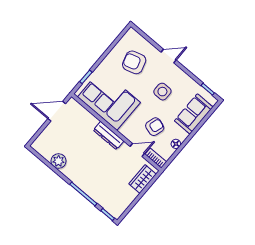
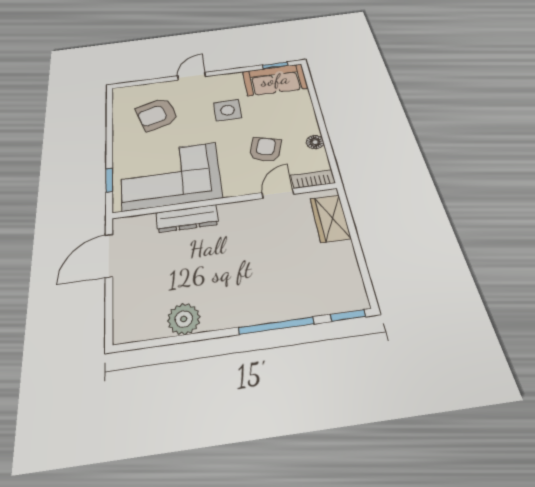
sofa: (194, 114) -> (275, 80), moved, turned -90
dresser: (108, 136) -> (187, 218), moved

